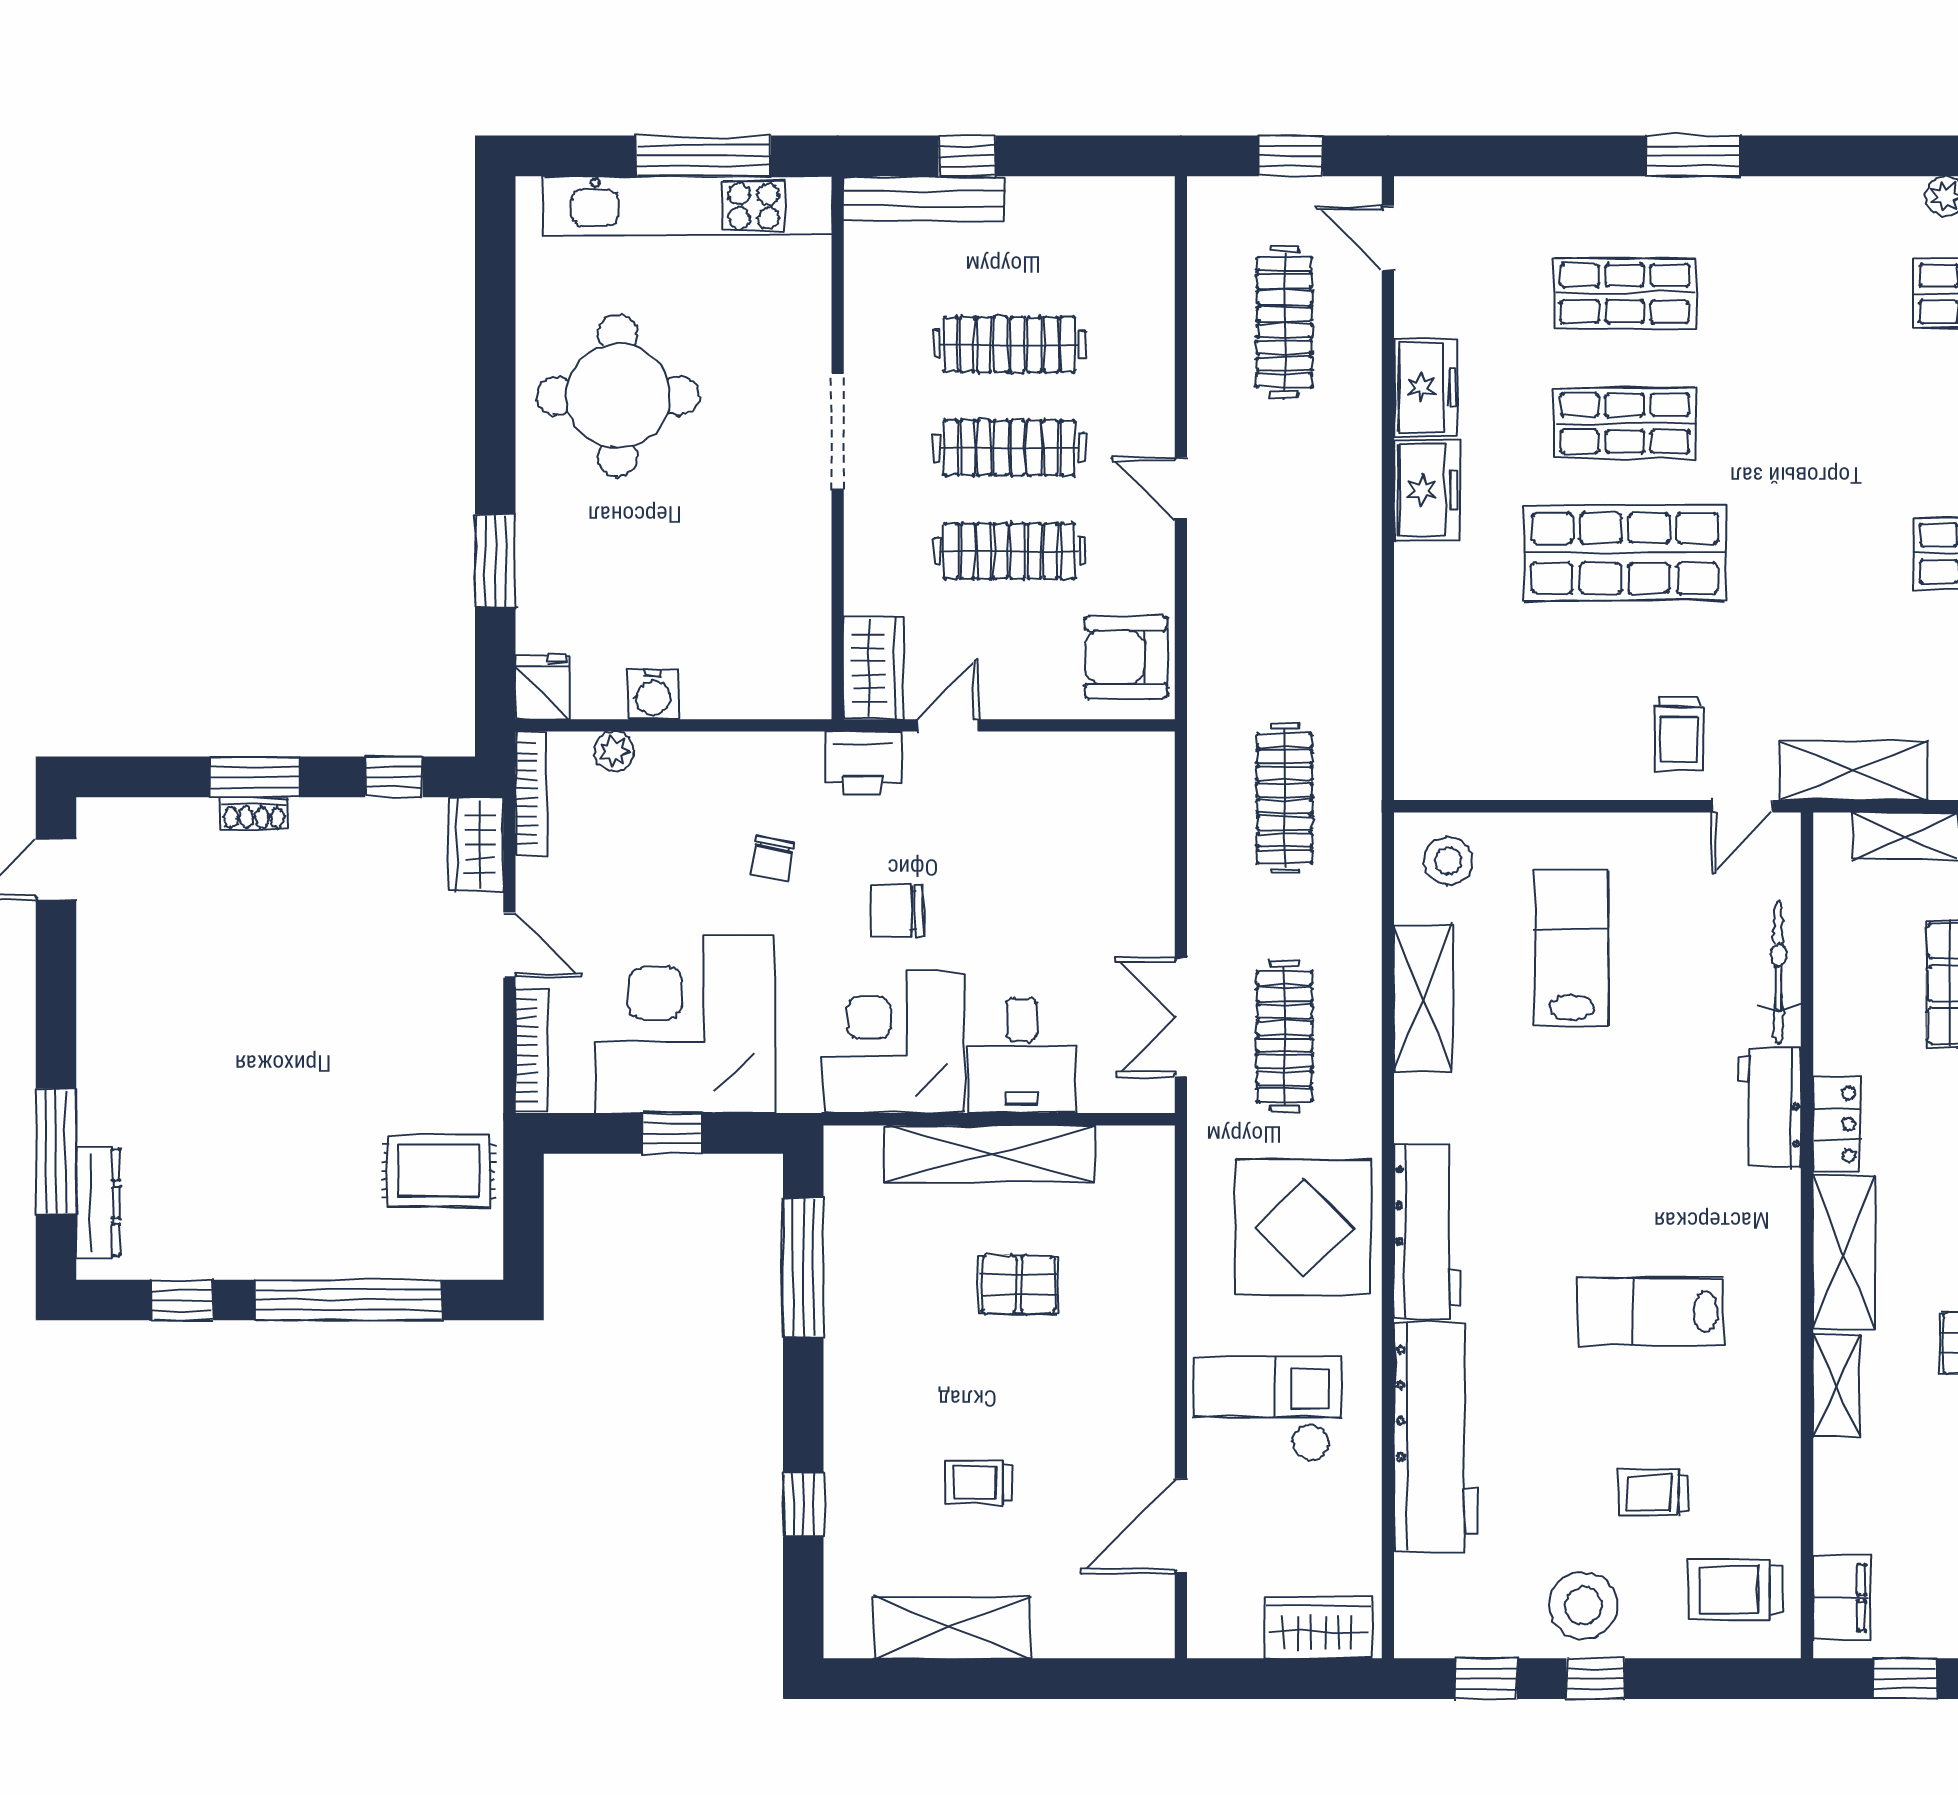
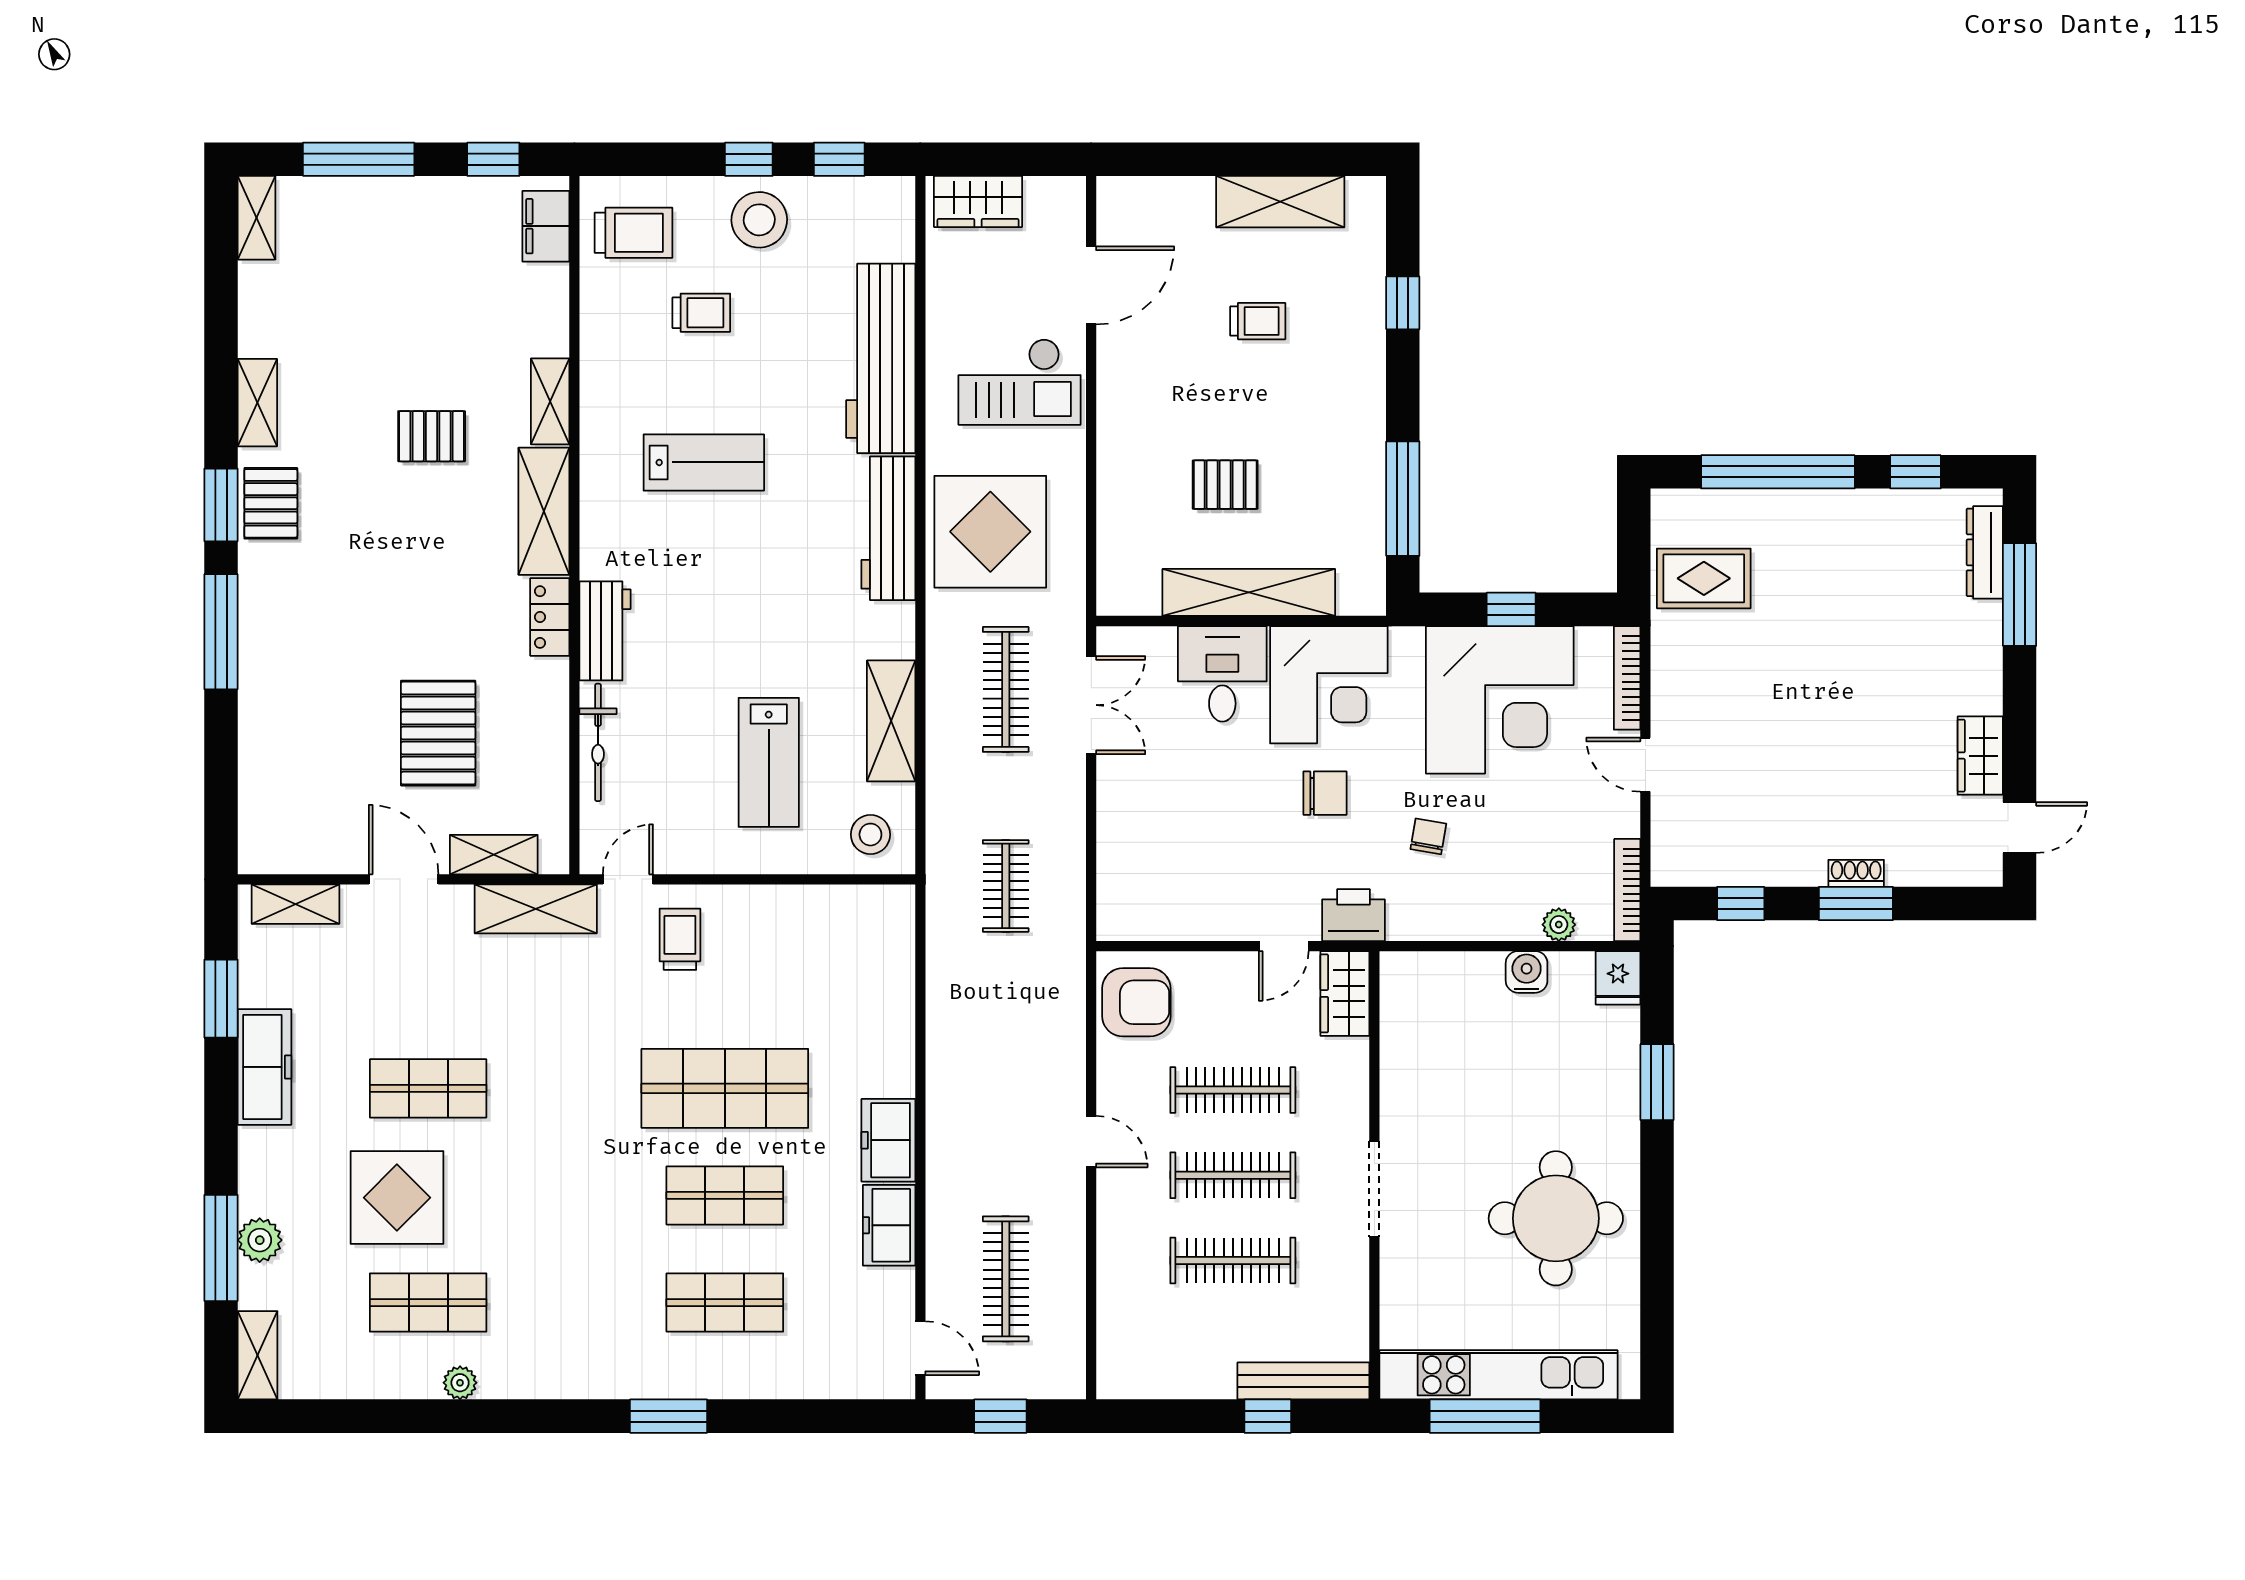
clothes rail: (1284, 798) -> (1006, 886), width x0.73
wardrobe: (476, 845) -> (1980, 756), moved, turned 180

